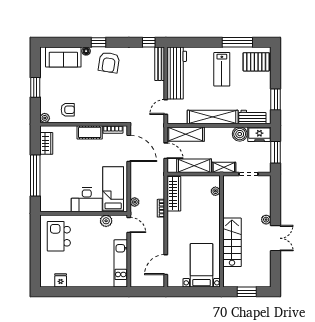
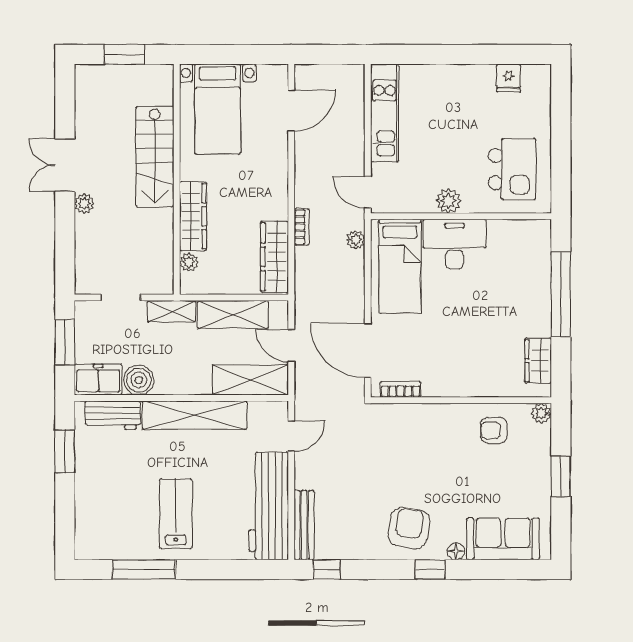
pallet: (256, 62) -> (105, 529), removed
cot: (90, 132) -> (449, 383), removed
wardrobe: (214, 213) -> (193, 216), added
plant: (106, 221) -> (448, 201), moved

